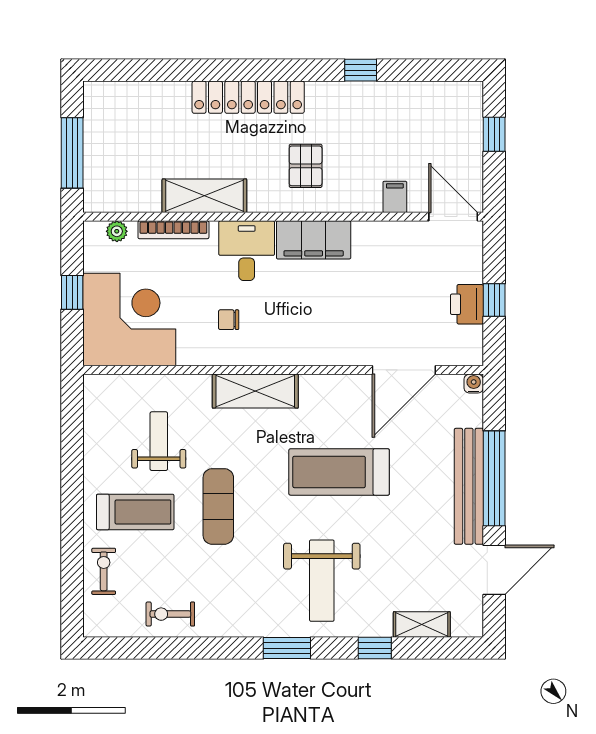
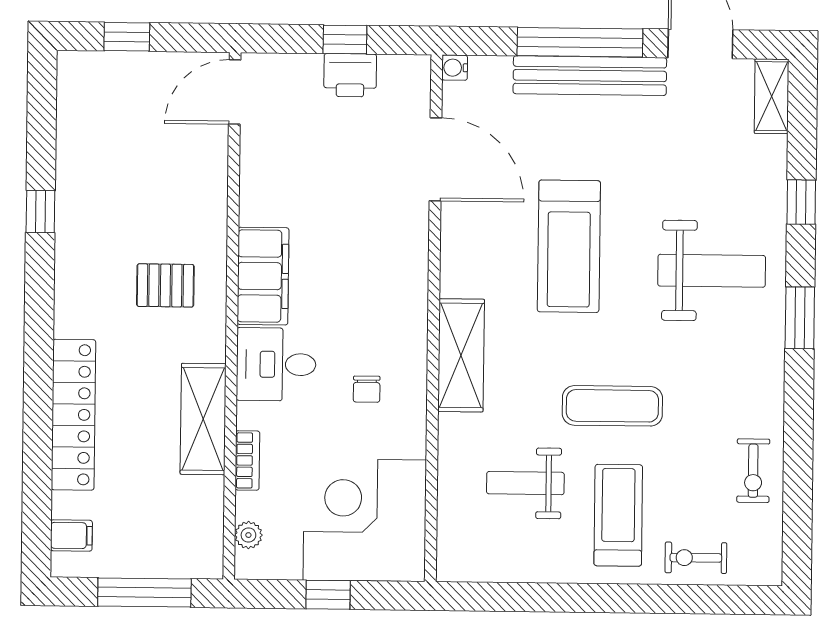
locker: (248, 97) -> (73, 415), moved
filing cabinet: (395, 197) -> (71, 535), moved, turned 180
bookcase: (173, 230) -> (247, 460), width x0.64
shelving: (422, 624) -> (772, 96), moved

